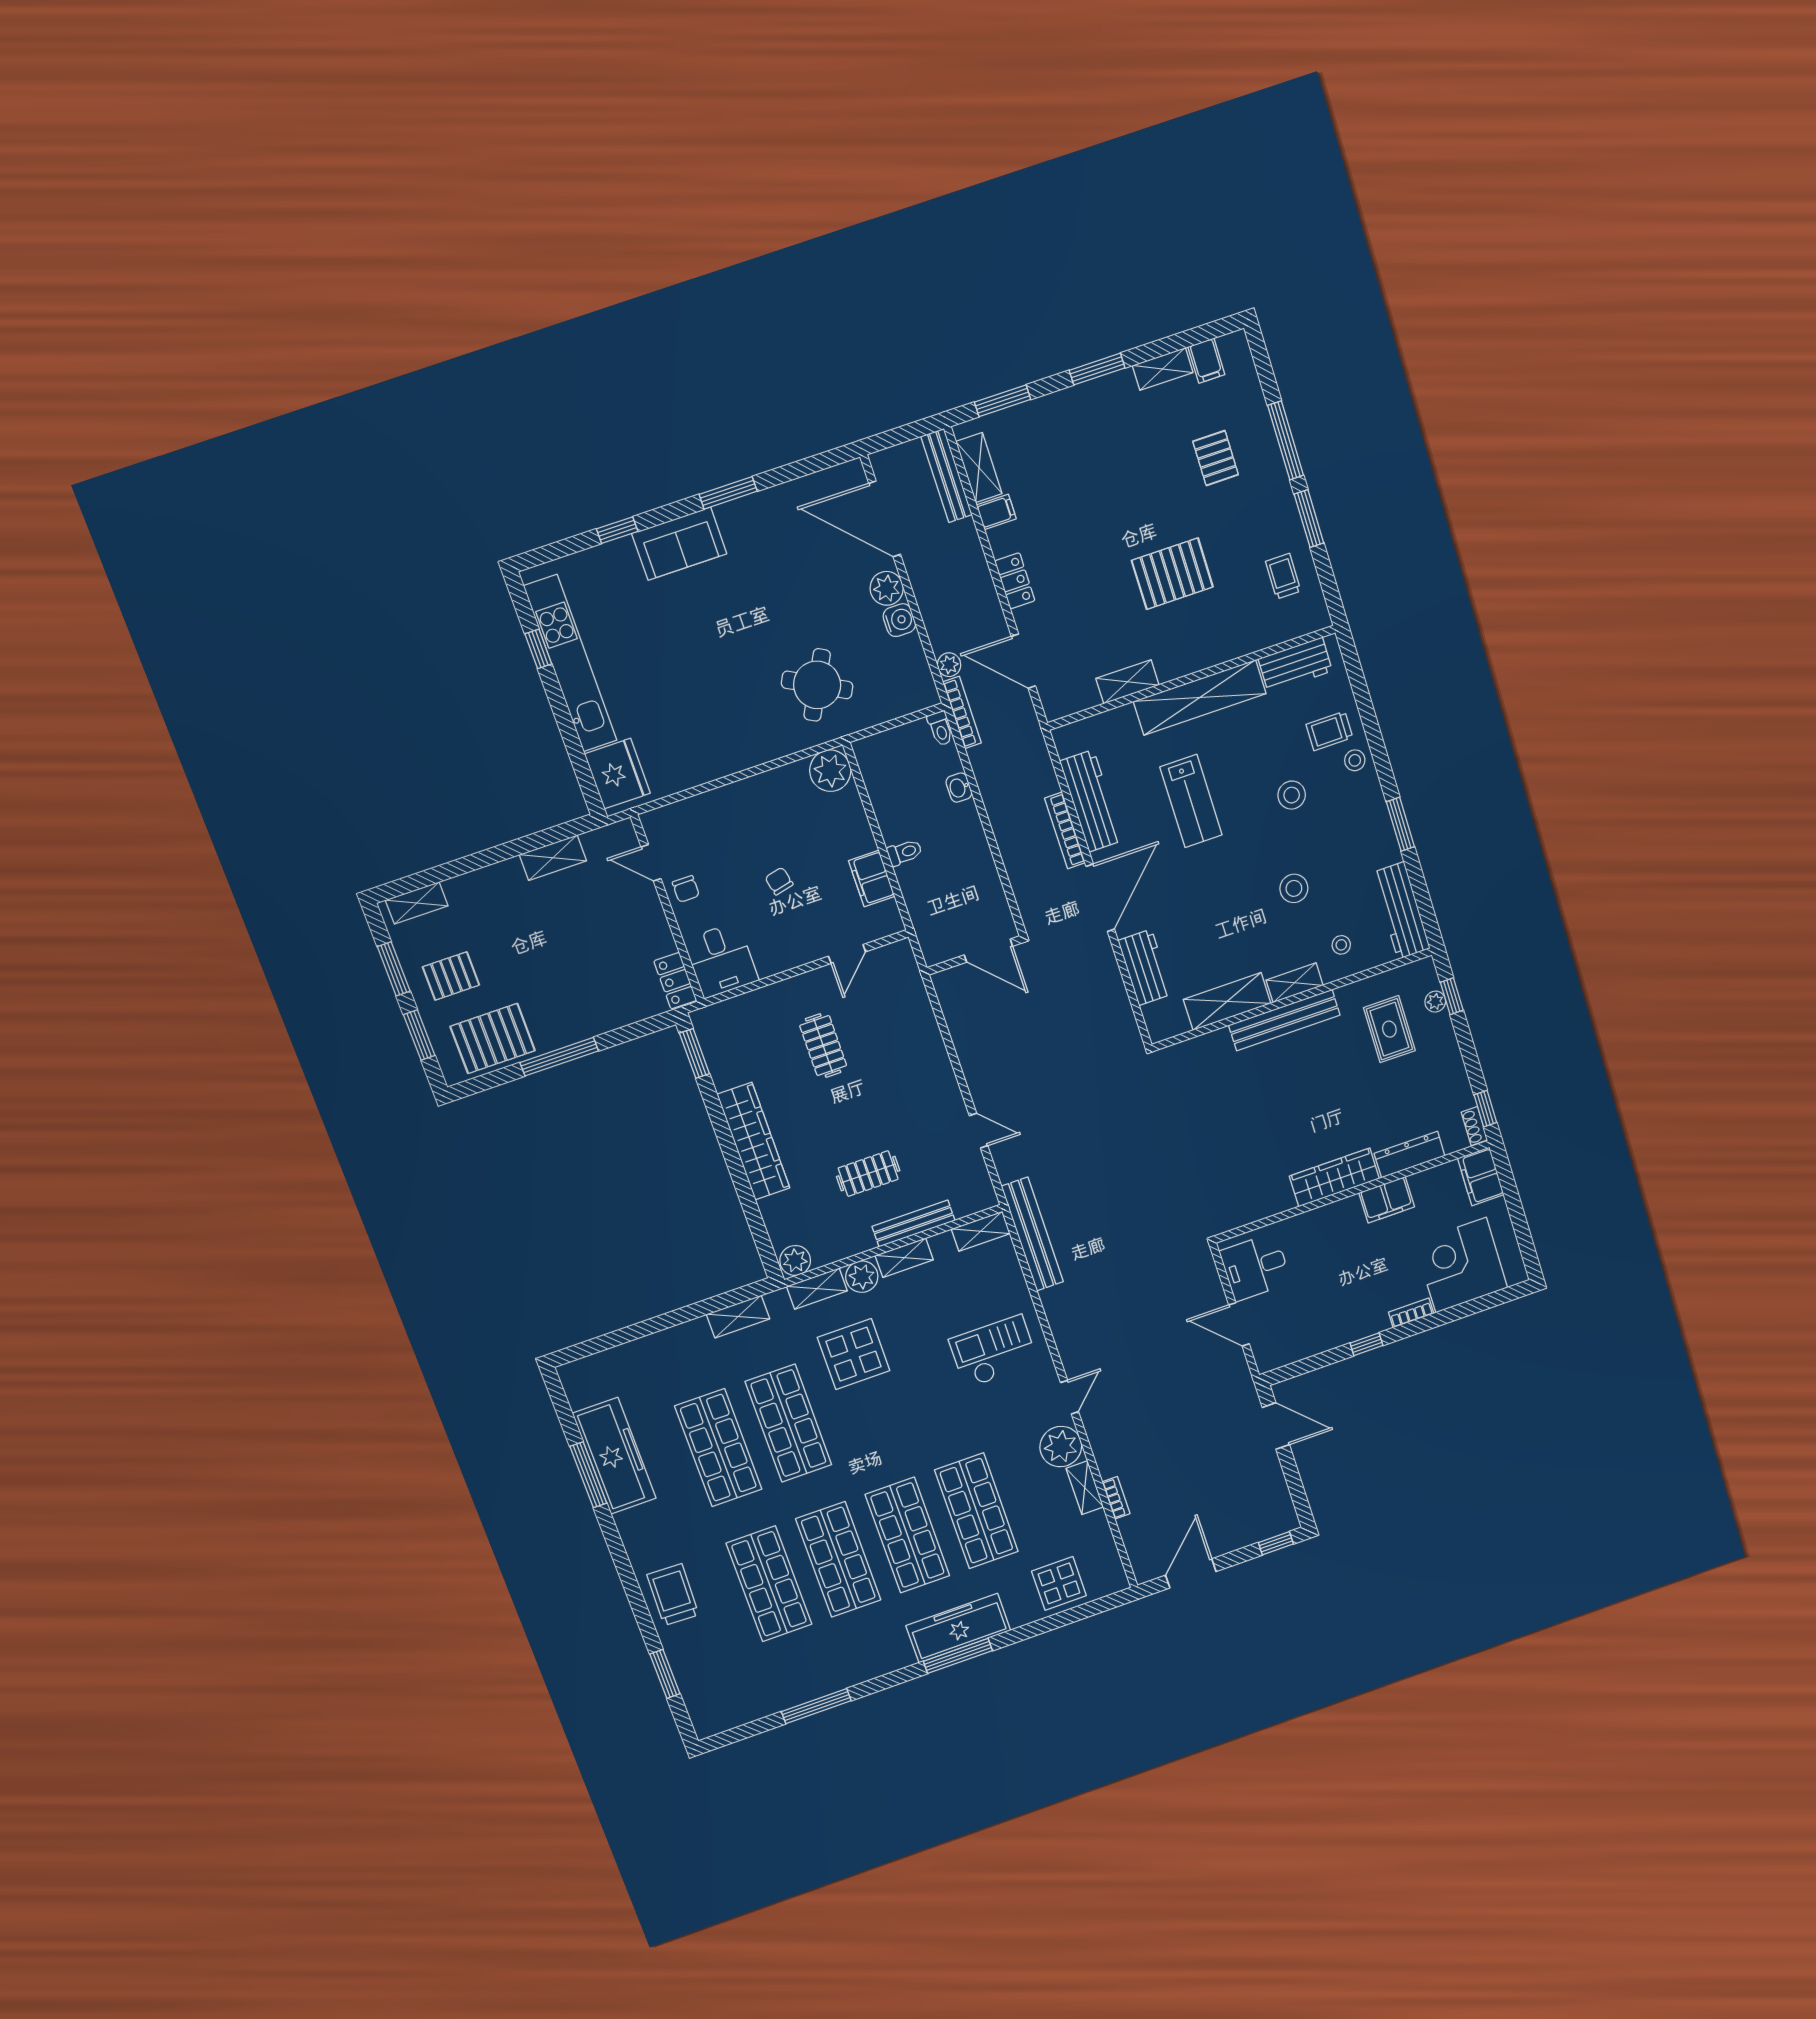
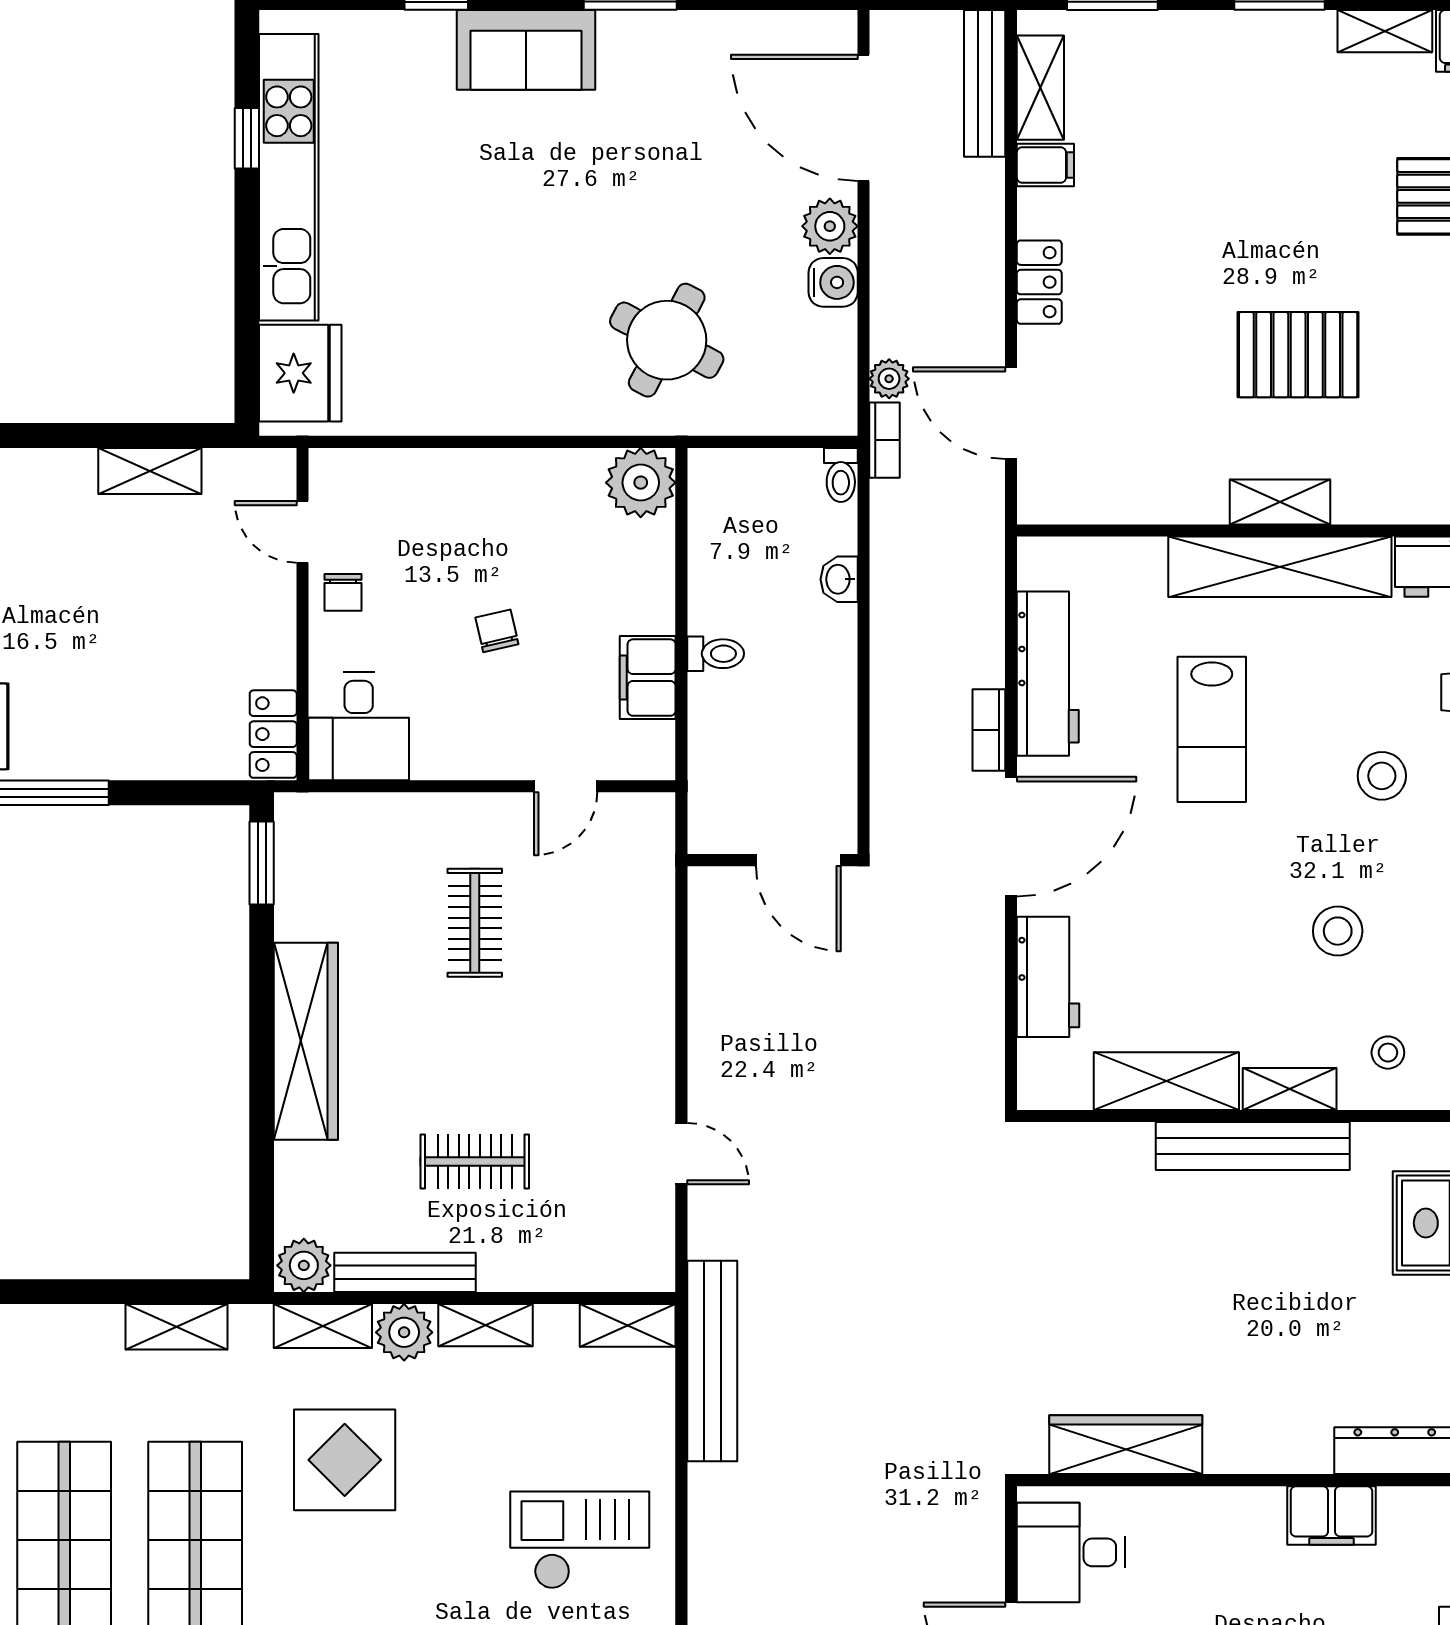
shelving: (1127, 682) -> (1280, 502), moved
bookcase: (962, 713) -> (884, 440), width x0.64
bookcase: (1065, 831) -> (989, 730), width x0.64
wardrobe: (1334, 1177) -> (1126, 1445), moved
bench: (913, 1223) -> (405, 1272), moved

